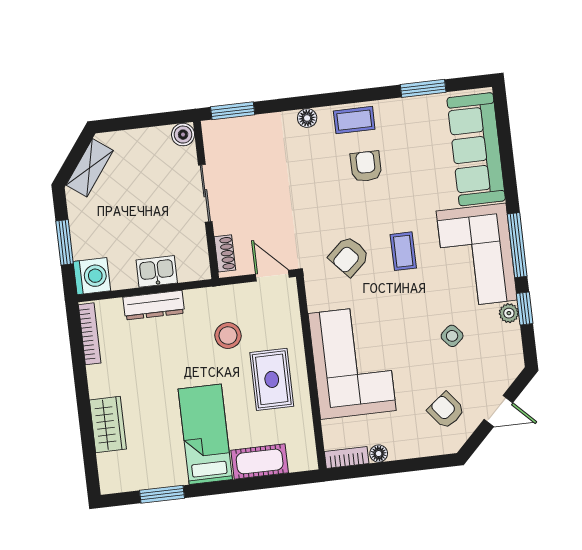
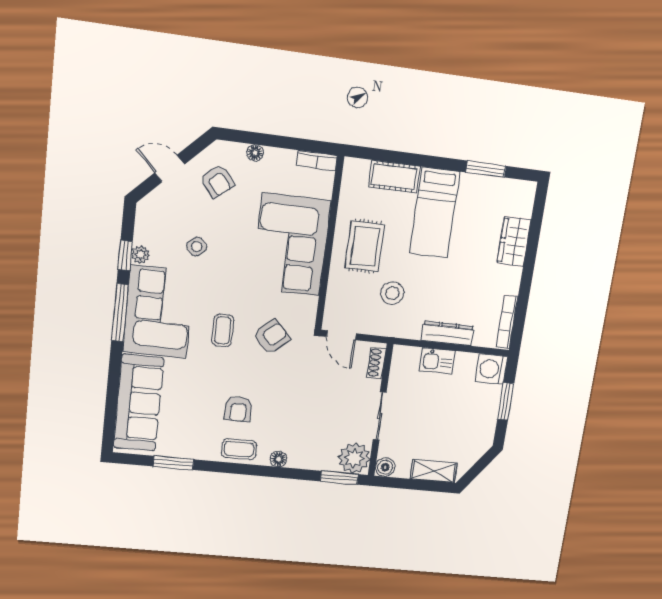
plant: (222, 138) -> (354, 458), added
shelving: (90, 168) -> (434, 471), moved, turned 54
floor lamp: (379, 454) -> (255, 153), moved

